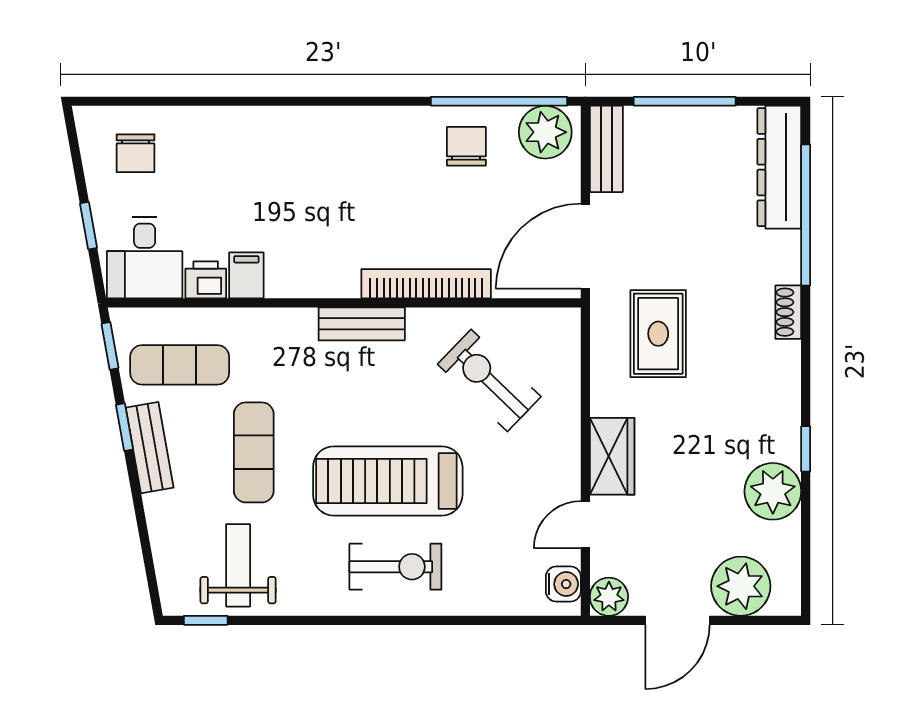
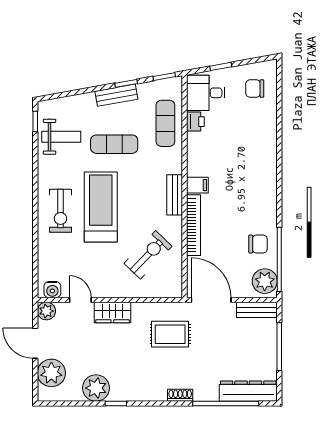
filing cabinet: (246, 275) -> (197, 185), moved
exercise mat: (180, 365) -> (165, 123), moved

